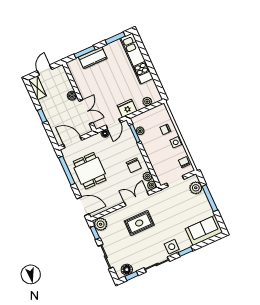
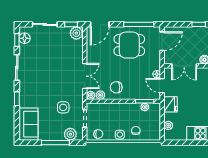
rug: (139, 223) -> (62, 69), removed
side table: (172, 247) -> (63, 107), moved

